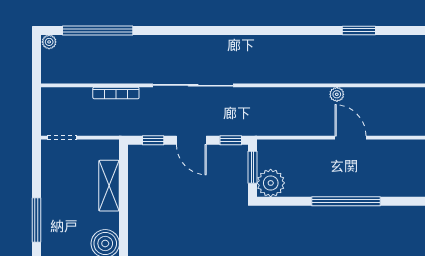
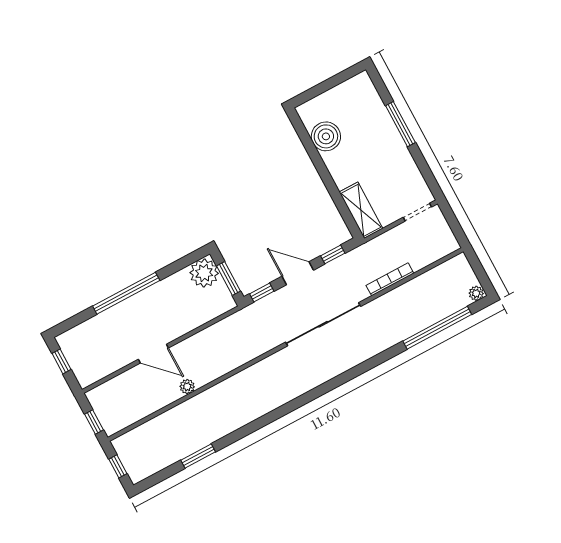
shelving: (109, 186) -> (361, 210), moved

